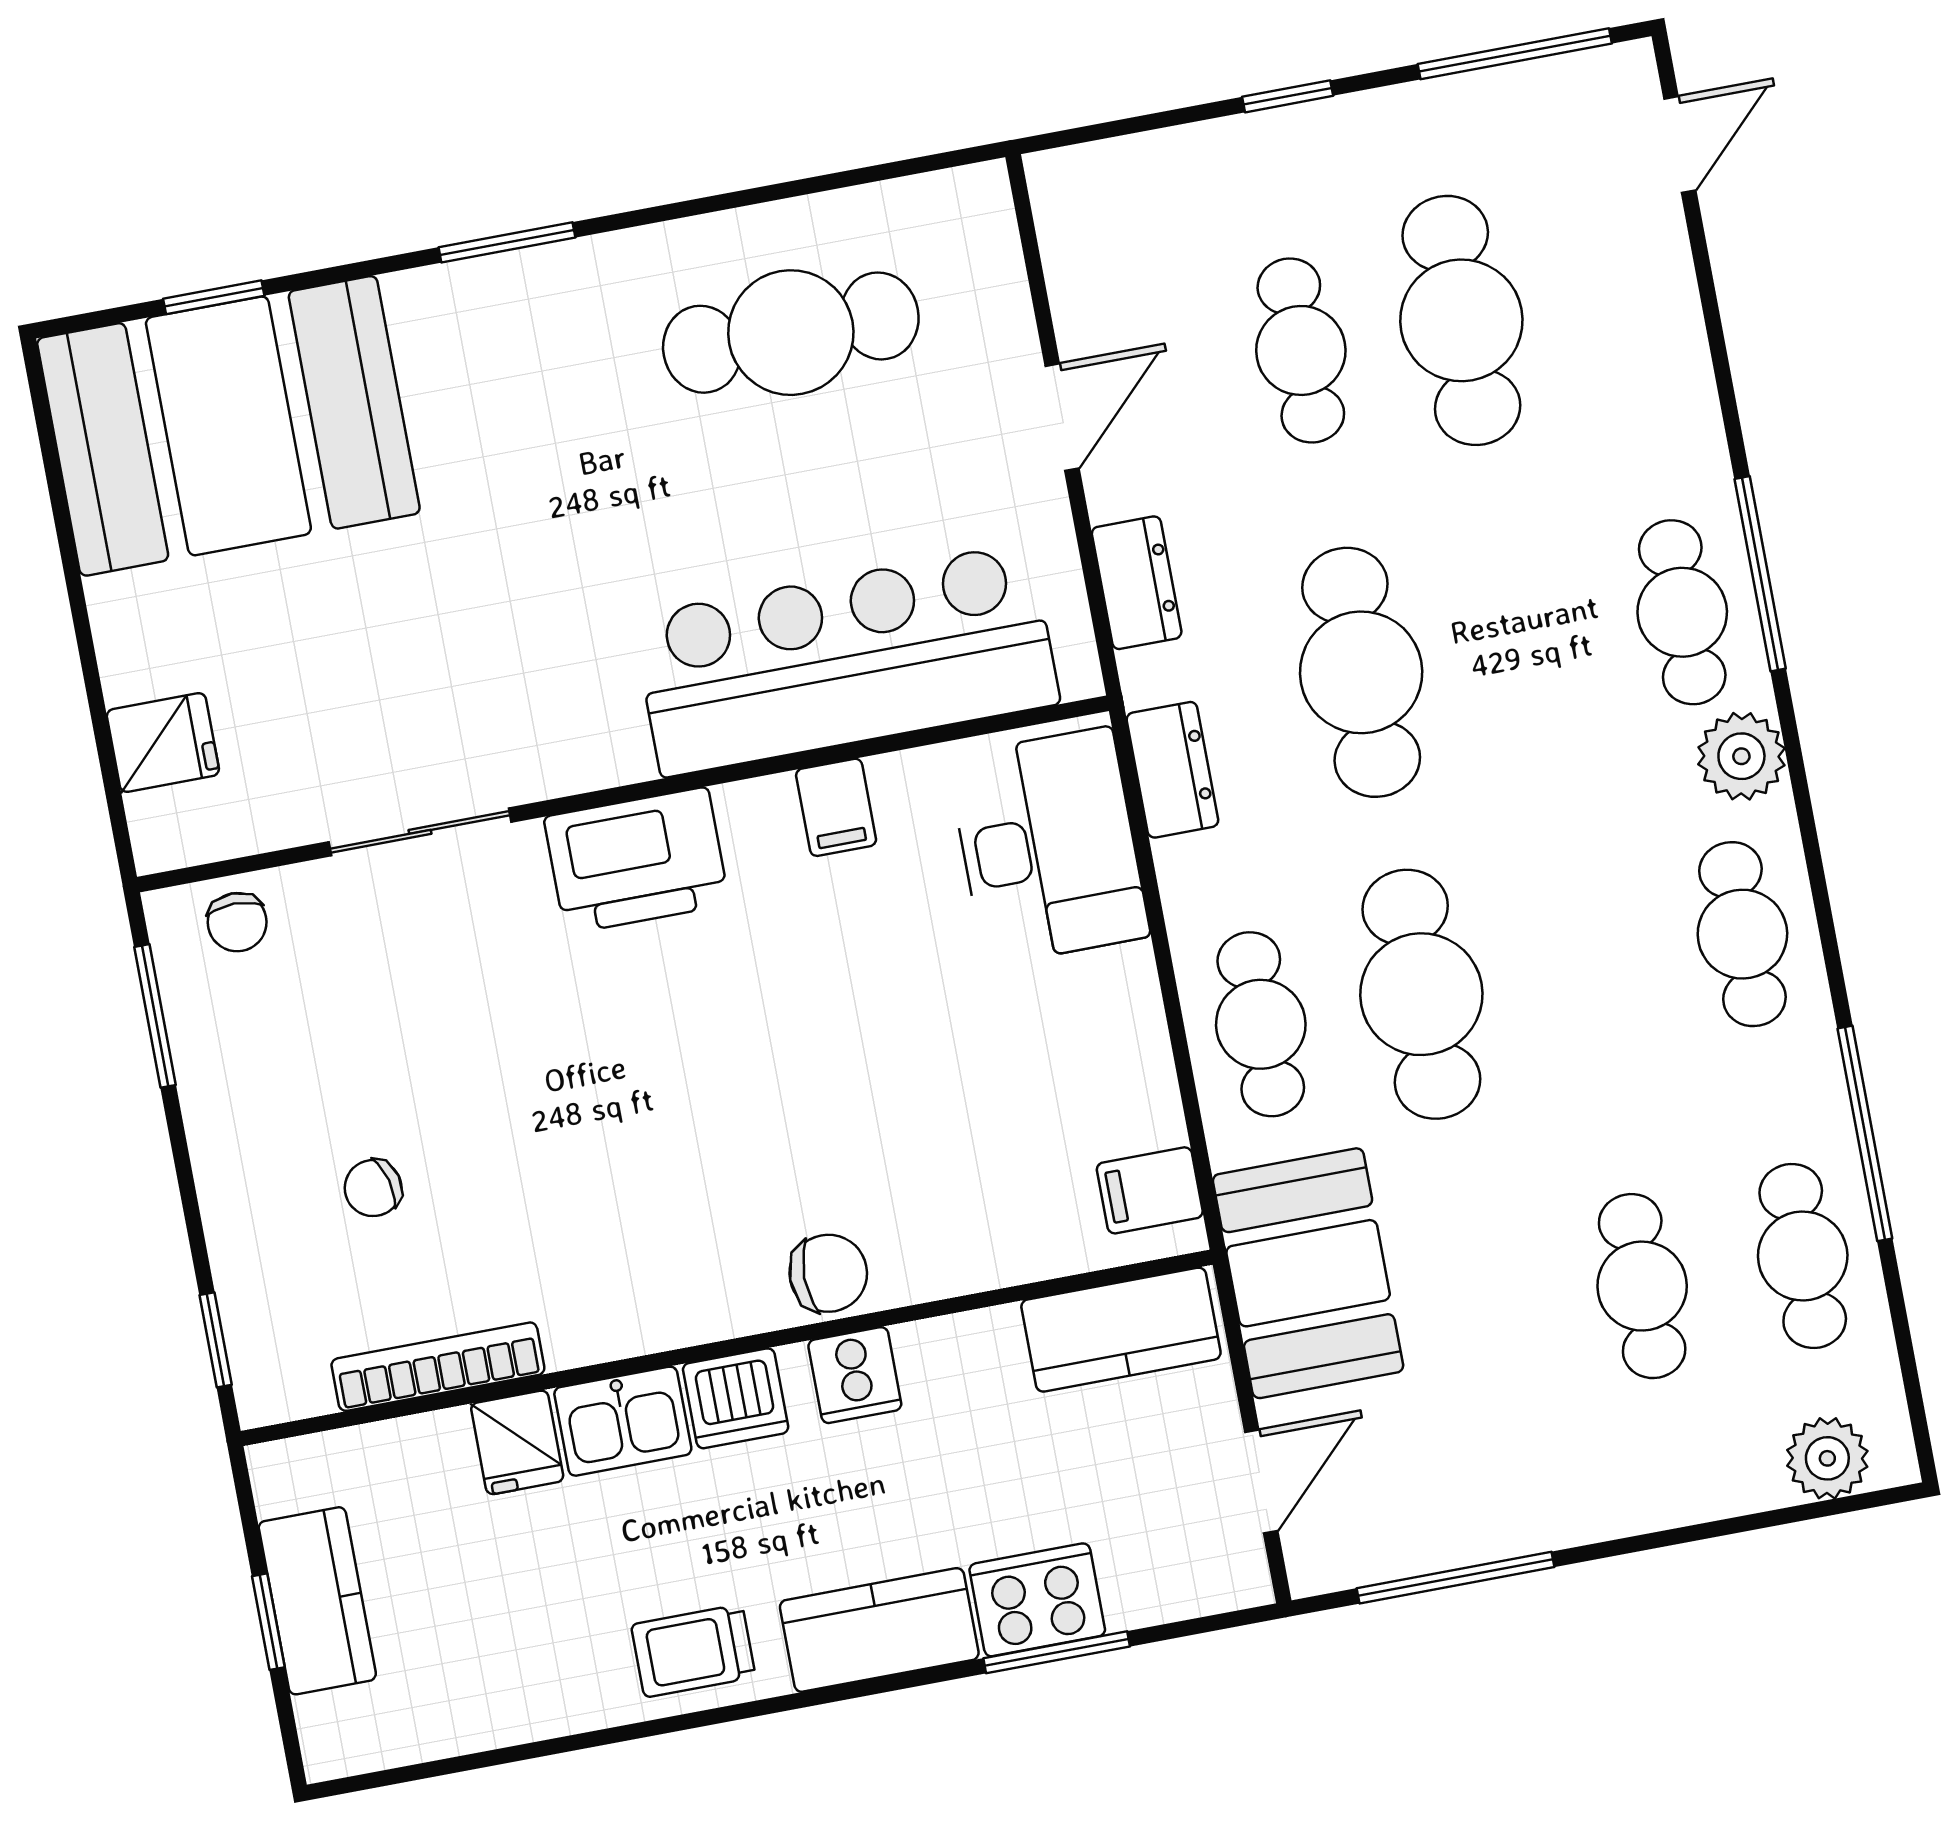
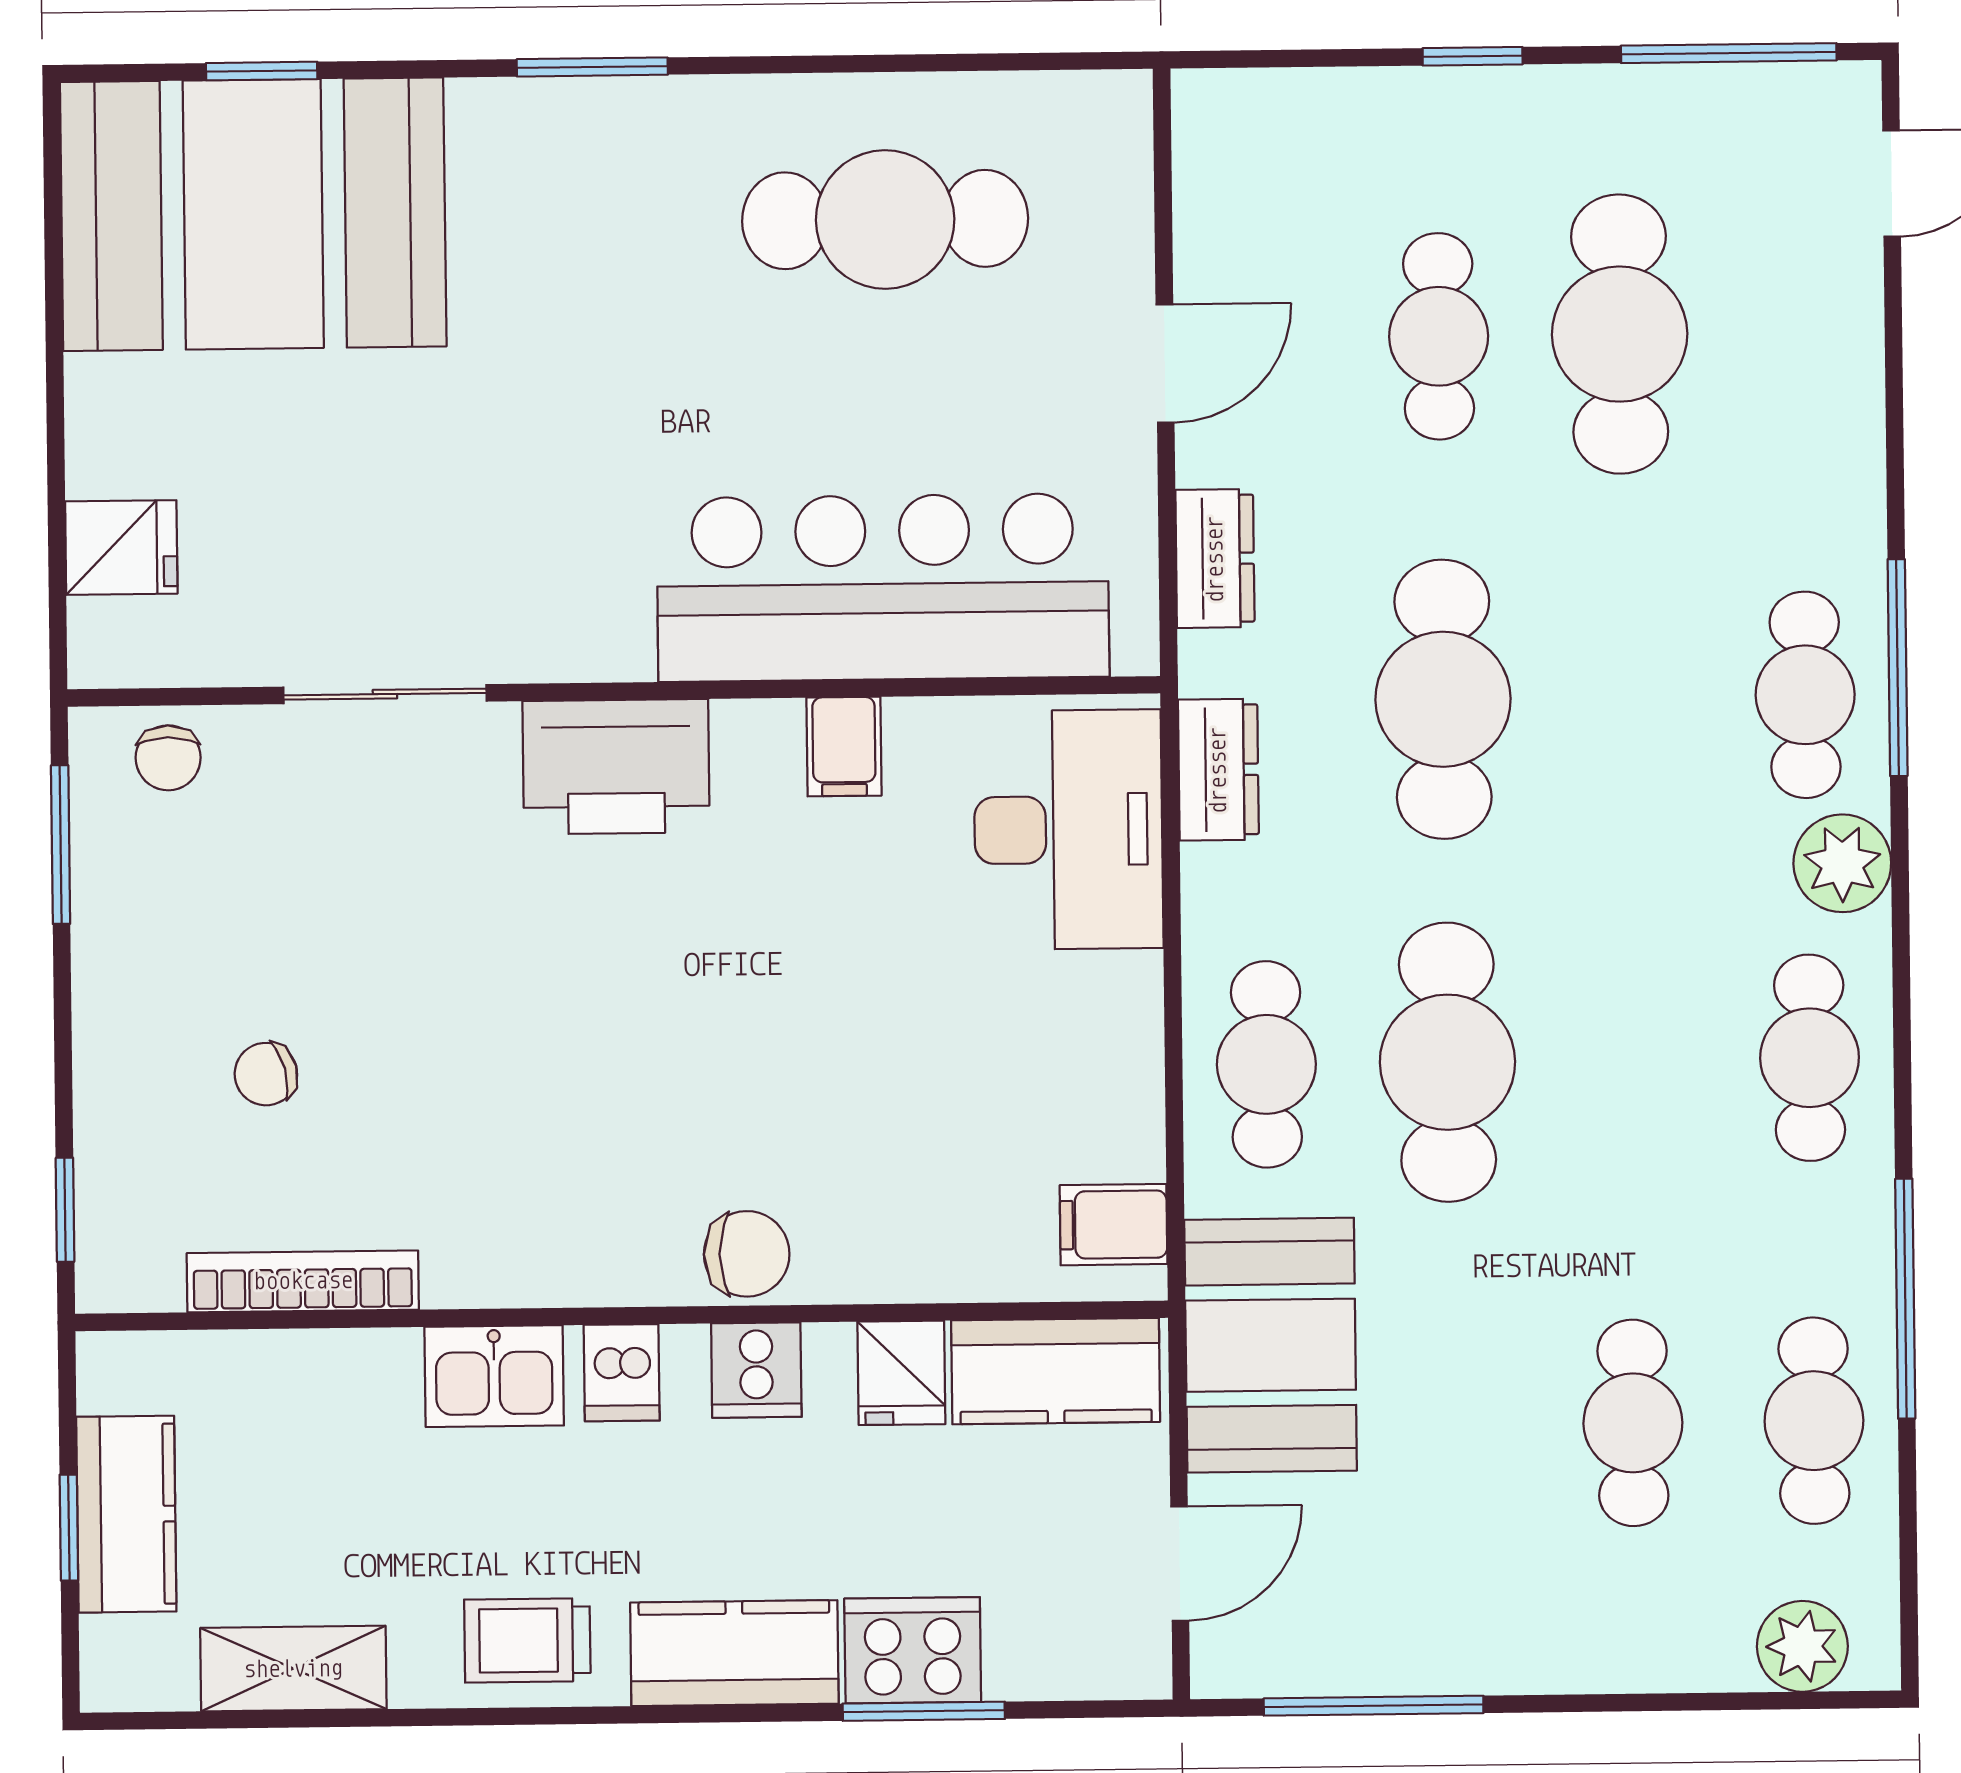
dishwasher: (736, 1398) -> (622, 1373), width x0.73
fridge: (517, 1442) -> (901, 1373), moved
shelving: (490, 1712) -> (293, 1669), added

